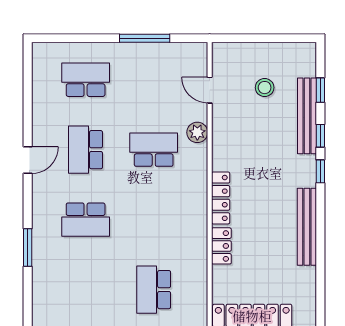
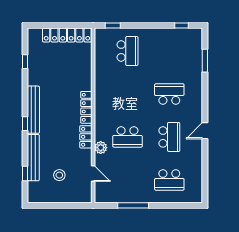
window: (320, 136) -> (25, 62), moved
bench: (307, 227) -> (33, 110), moved
locker: (221, 246) -> (86, 137), moved
window: (28, 248) -> (205, 61), moved

